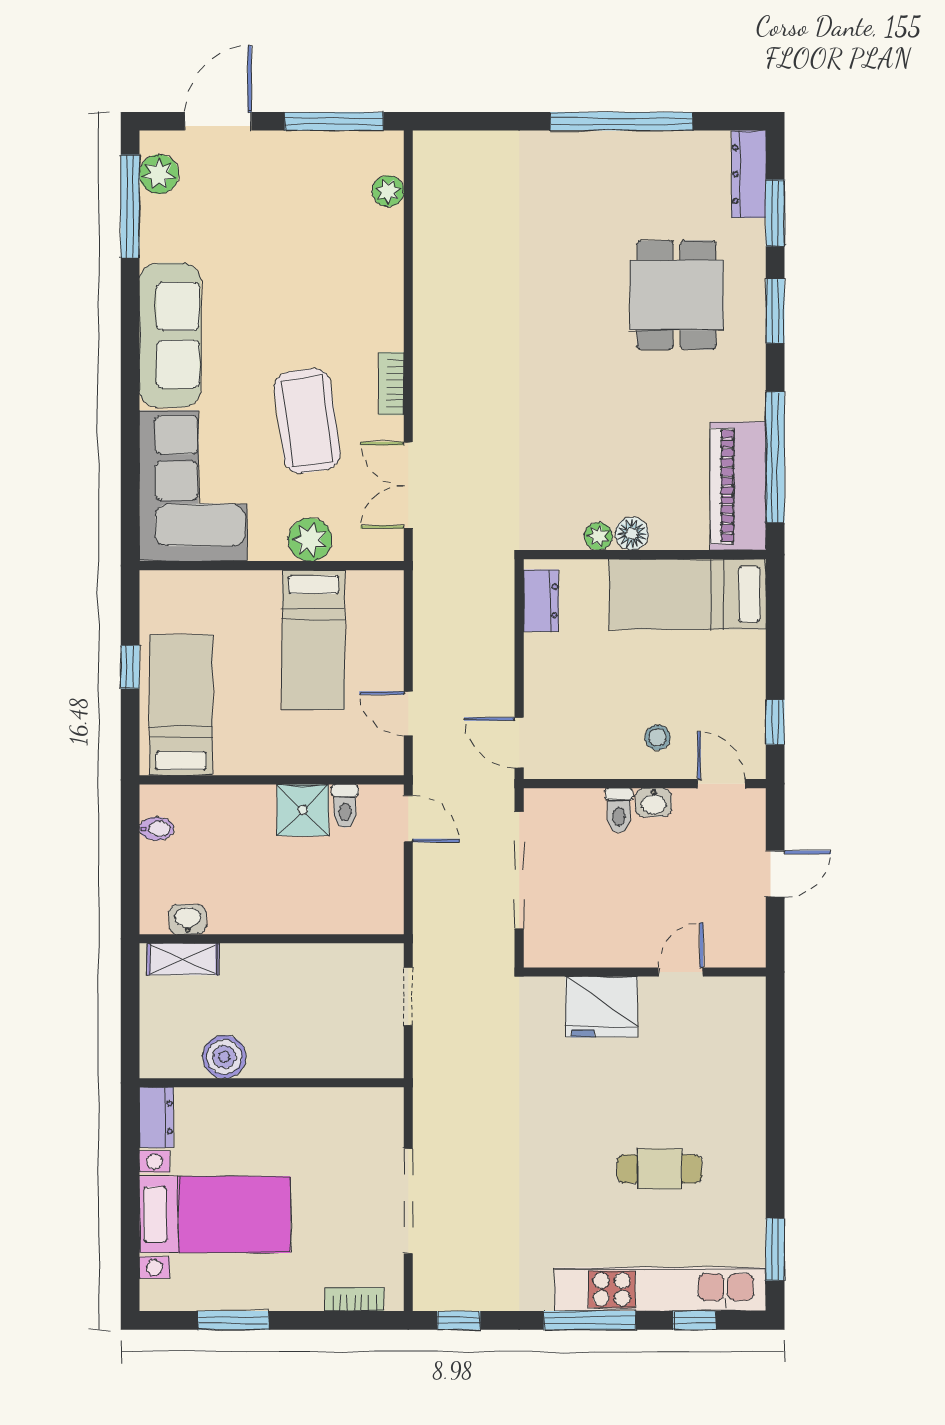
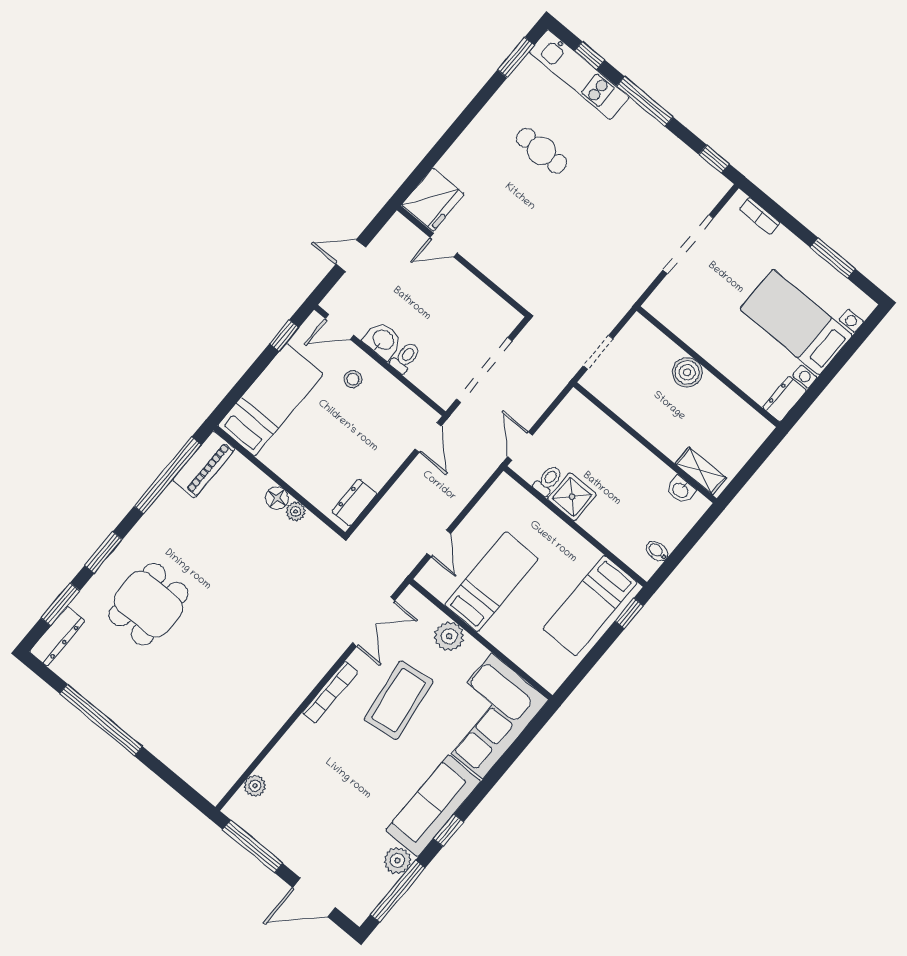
plant: (159, 174) -> (397, 861), moved
window: (130, 322) -> (448, 830), added
bookcase: (391, 384) -> (330, 692), width x1.56
piano: (738, 486) -> (204, 464), width x0.73, depth x0.75
bed: (687, 594) -> (270, 400), moved, turned -90
window: (130, 667) -> (629, 613), moved
door: (408, 714) -> (439, 544), moved
door: (721, 784) -> (340, 327), hinge flipped
washbasin: (653, 802) -> (383, 340), width x1.38, depth x1.45
fridge: (602, 1007) -> (433, 200), moved, turned 90
boiler: (224, 1057) -> (687, 372), moved
kitchen unit: (660, 1289) -> (579, 75), width x0.73

